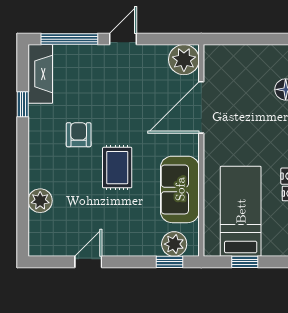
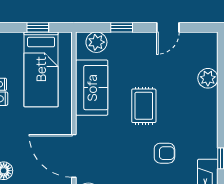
door: (201, 107) -> (74, 156), swing flipped
armchair: (79, 135) -> (164, 153), moved, turned -90
window: (169, 262) -> (122, 27), moved

